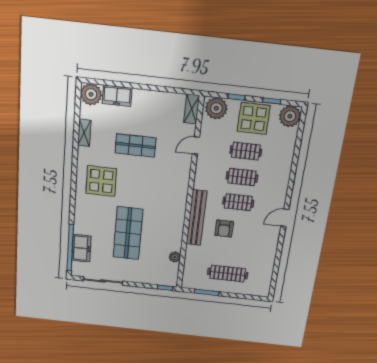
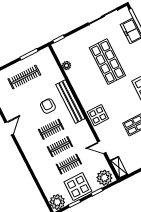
door: (196, 146) -> (102, 147), swing flipped
display table: (176, 184) -> (98, 115), added
door: (285, 218) -> (9, 128), moved

